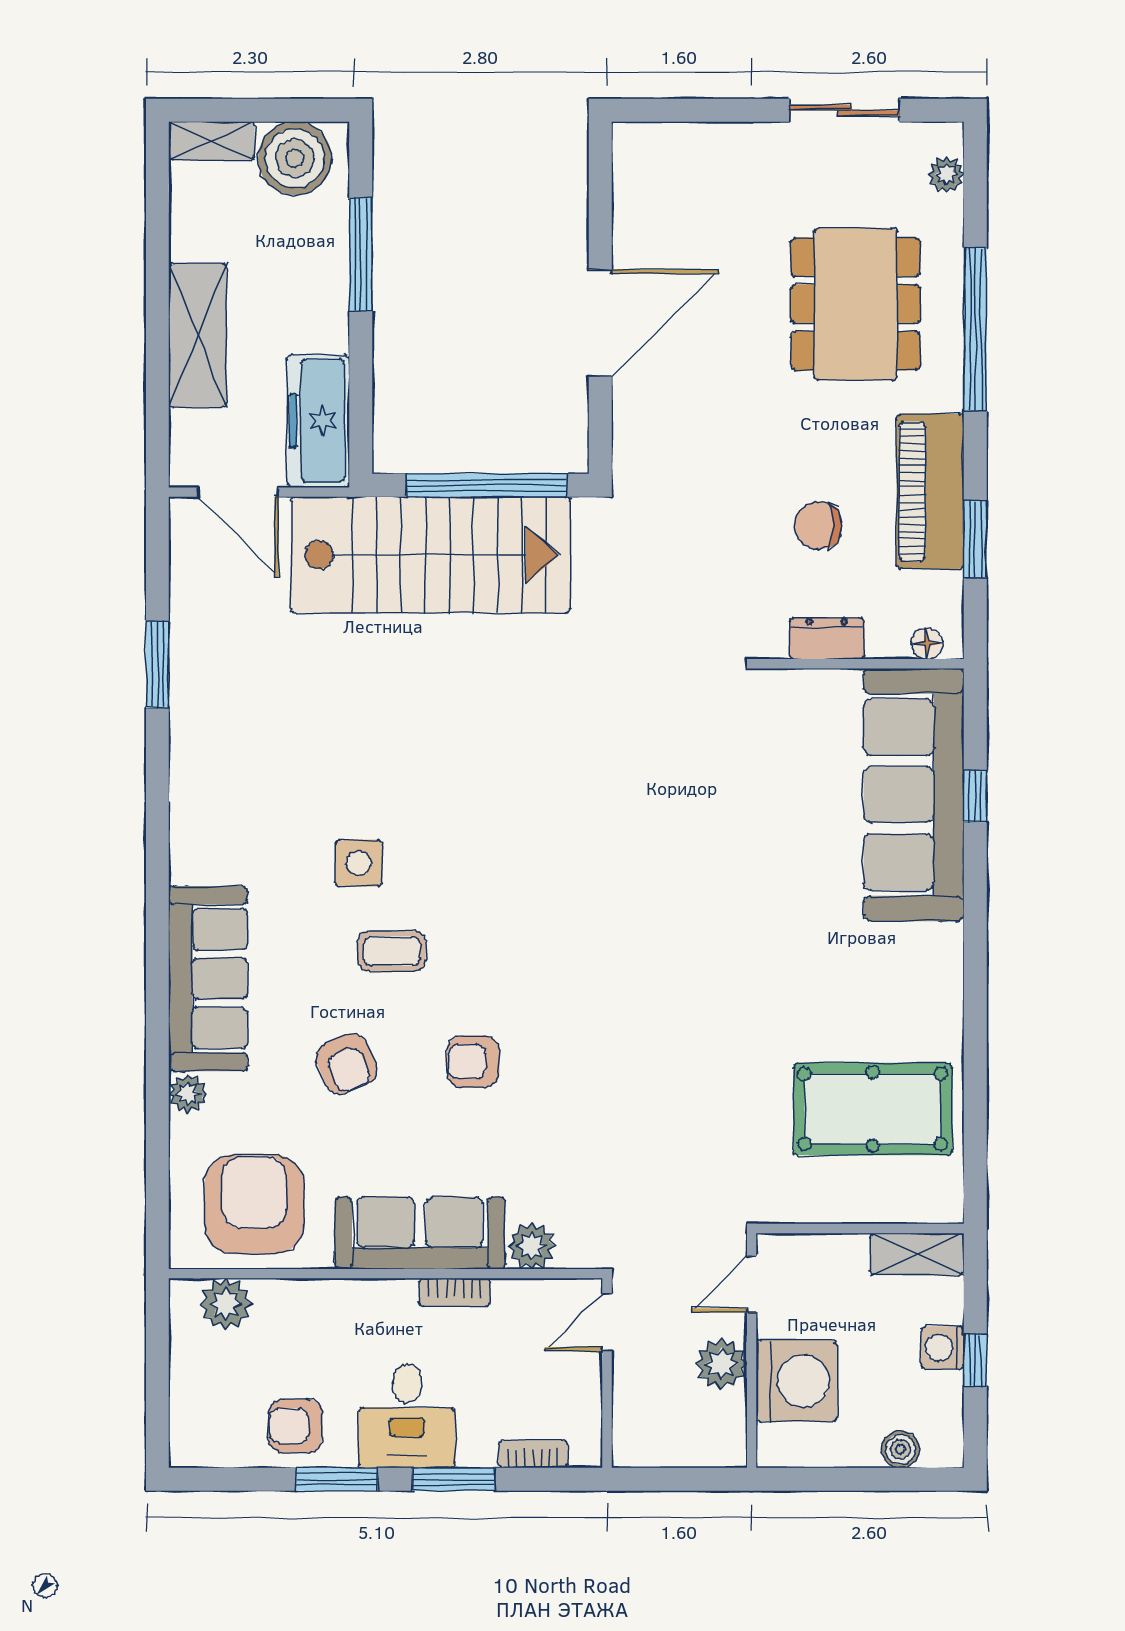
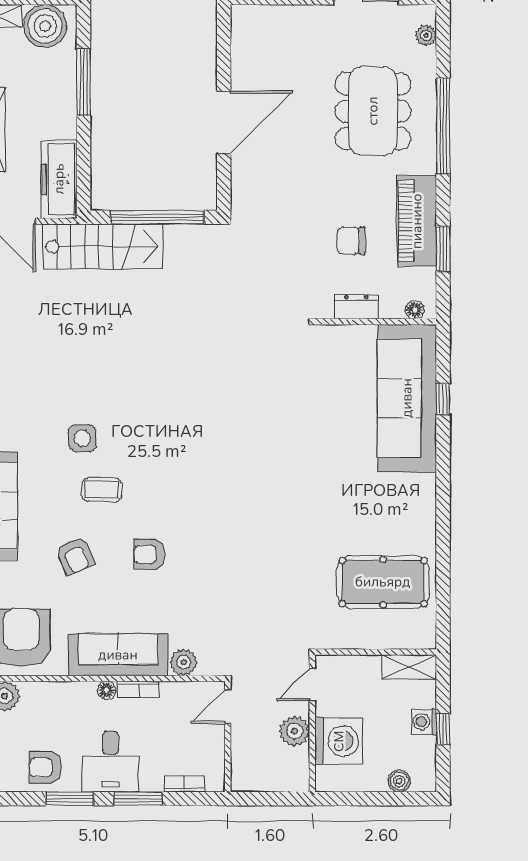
stairs: (431, 555) -> (103, 246), width x0.73, depth x0.66
floor lamp: (400, 1294) -> (107, 690), added

